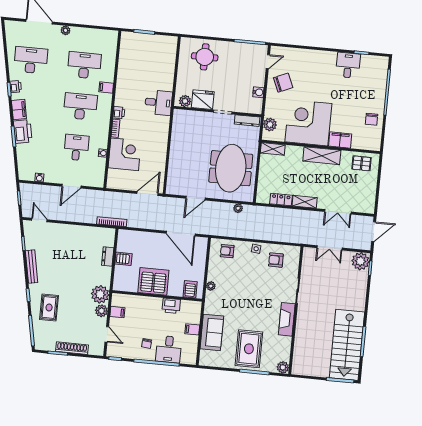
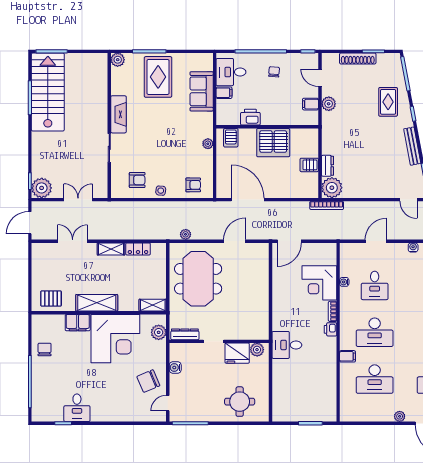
plant: (100, 294) -> (332, 188), moved
desk: (169, 349) -> (231, 72), moved, turned -90

